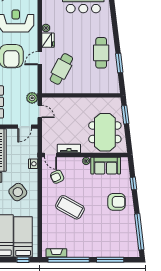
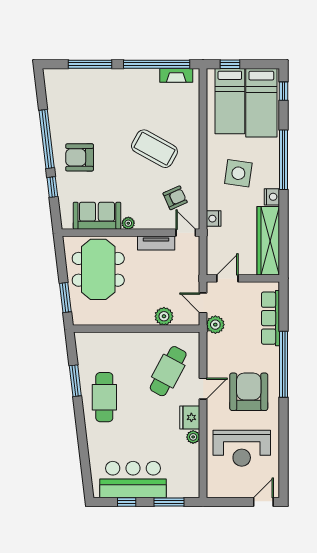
plant: (64, 103) -> (164, 316), added
side table: (18, 192) -> (238, 173), turned 45
window: (139, 232) -> (47, 139), moved

